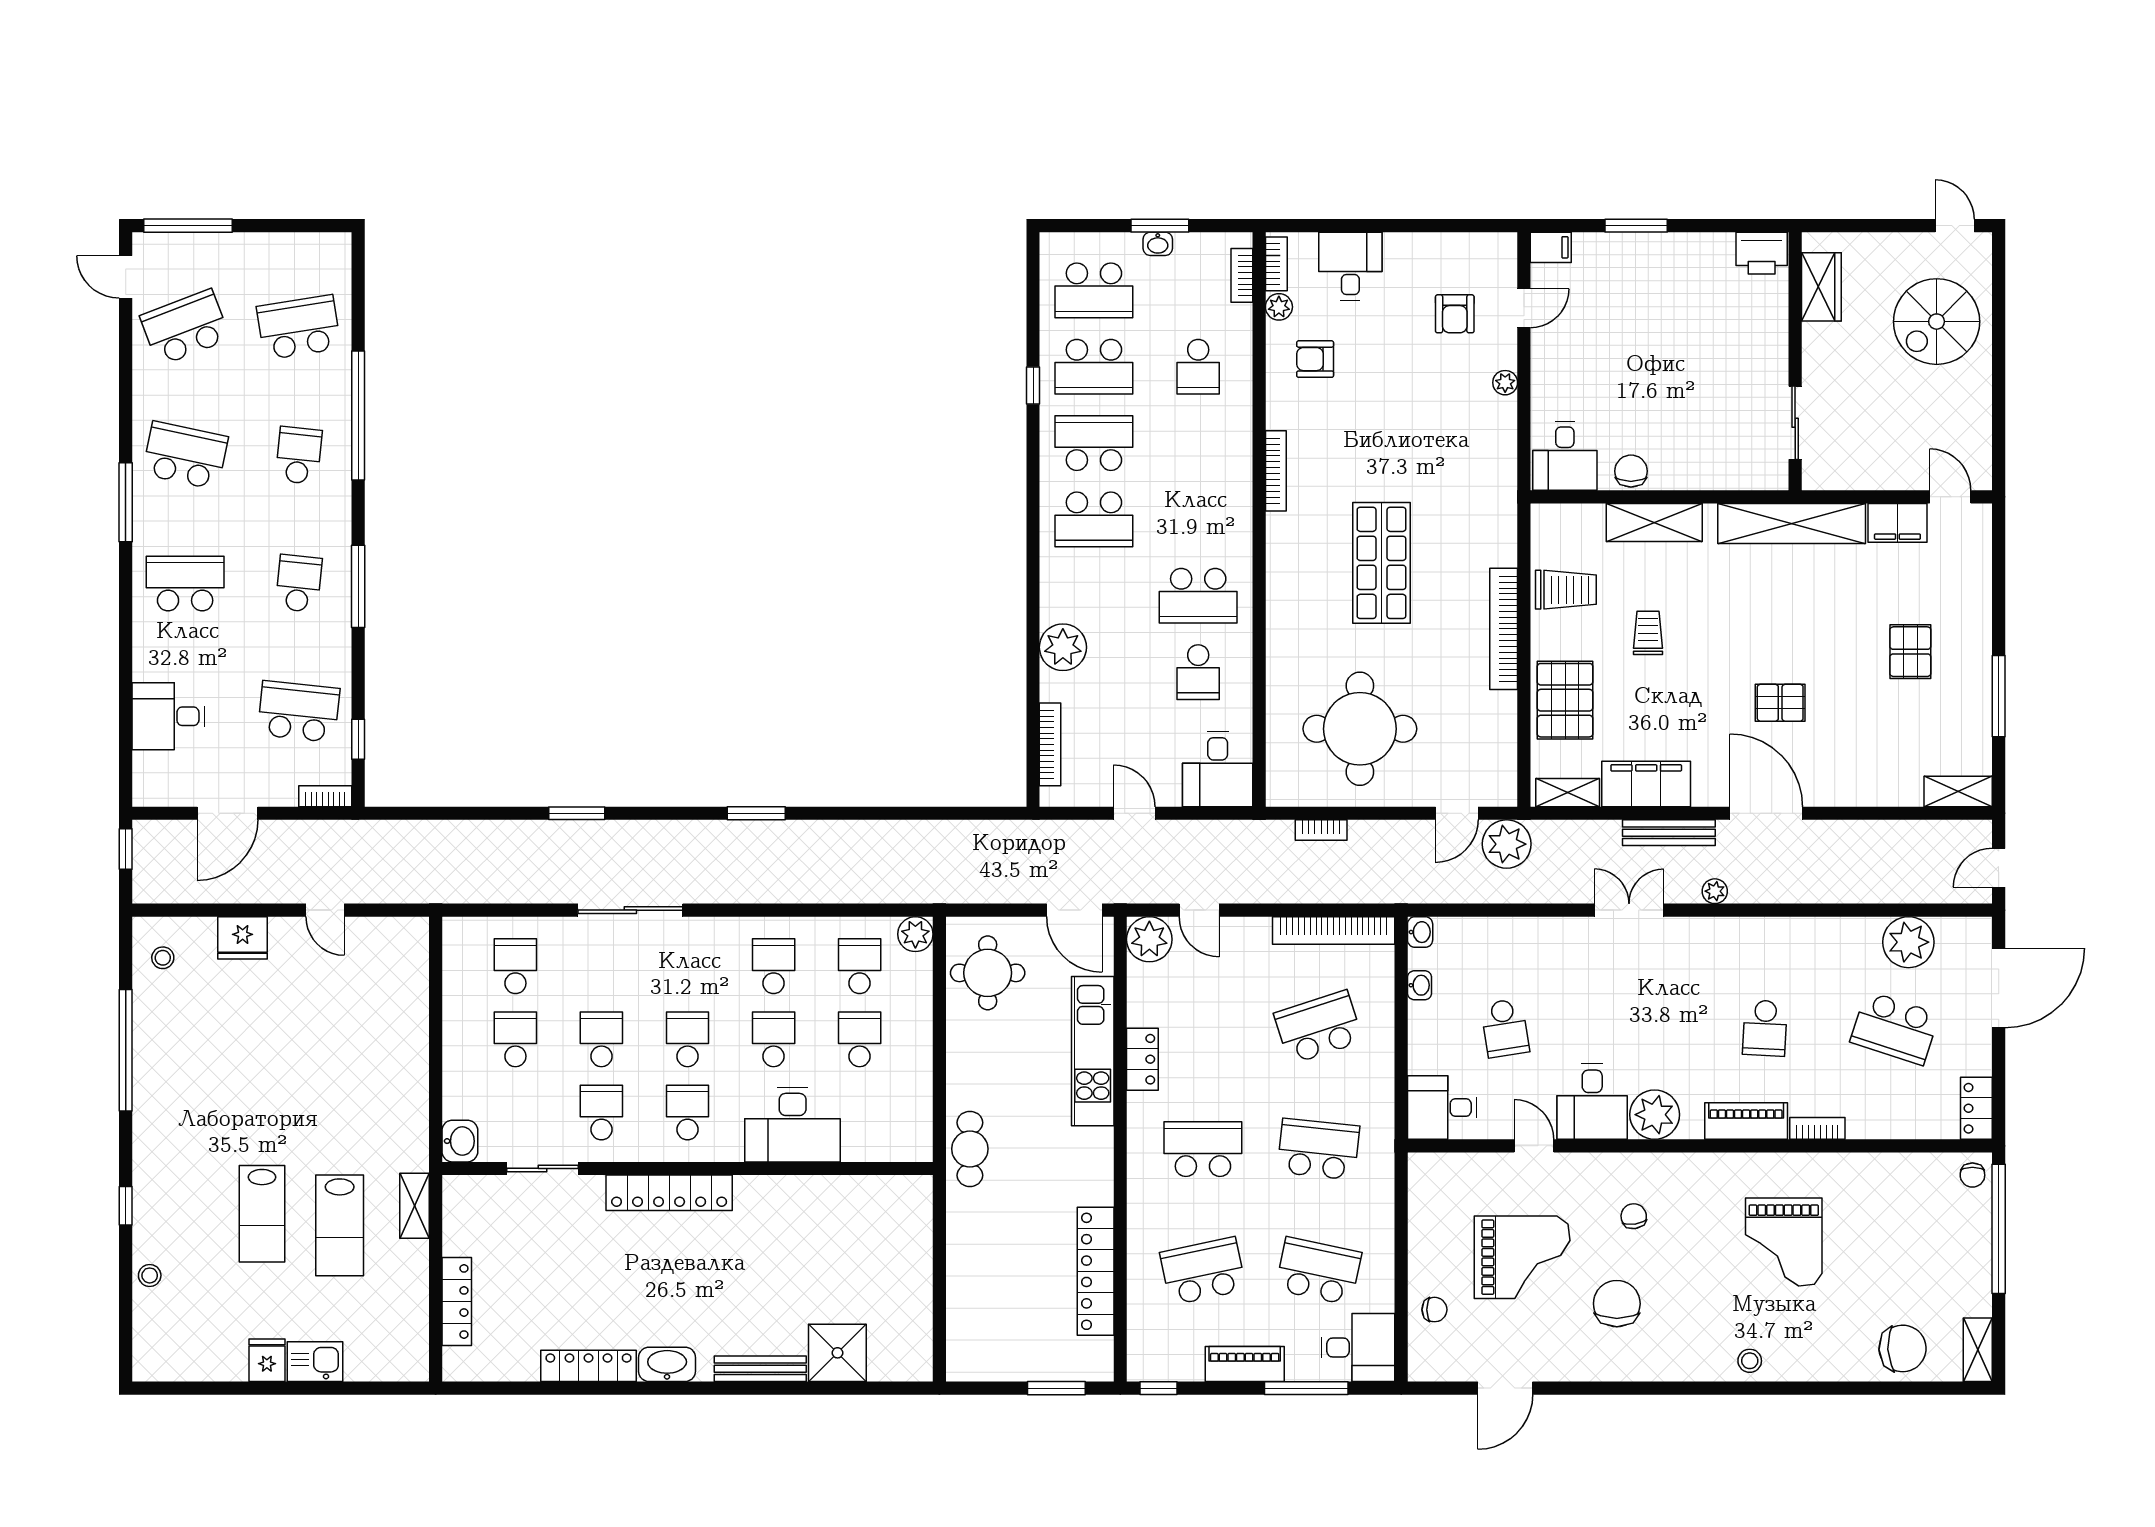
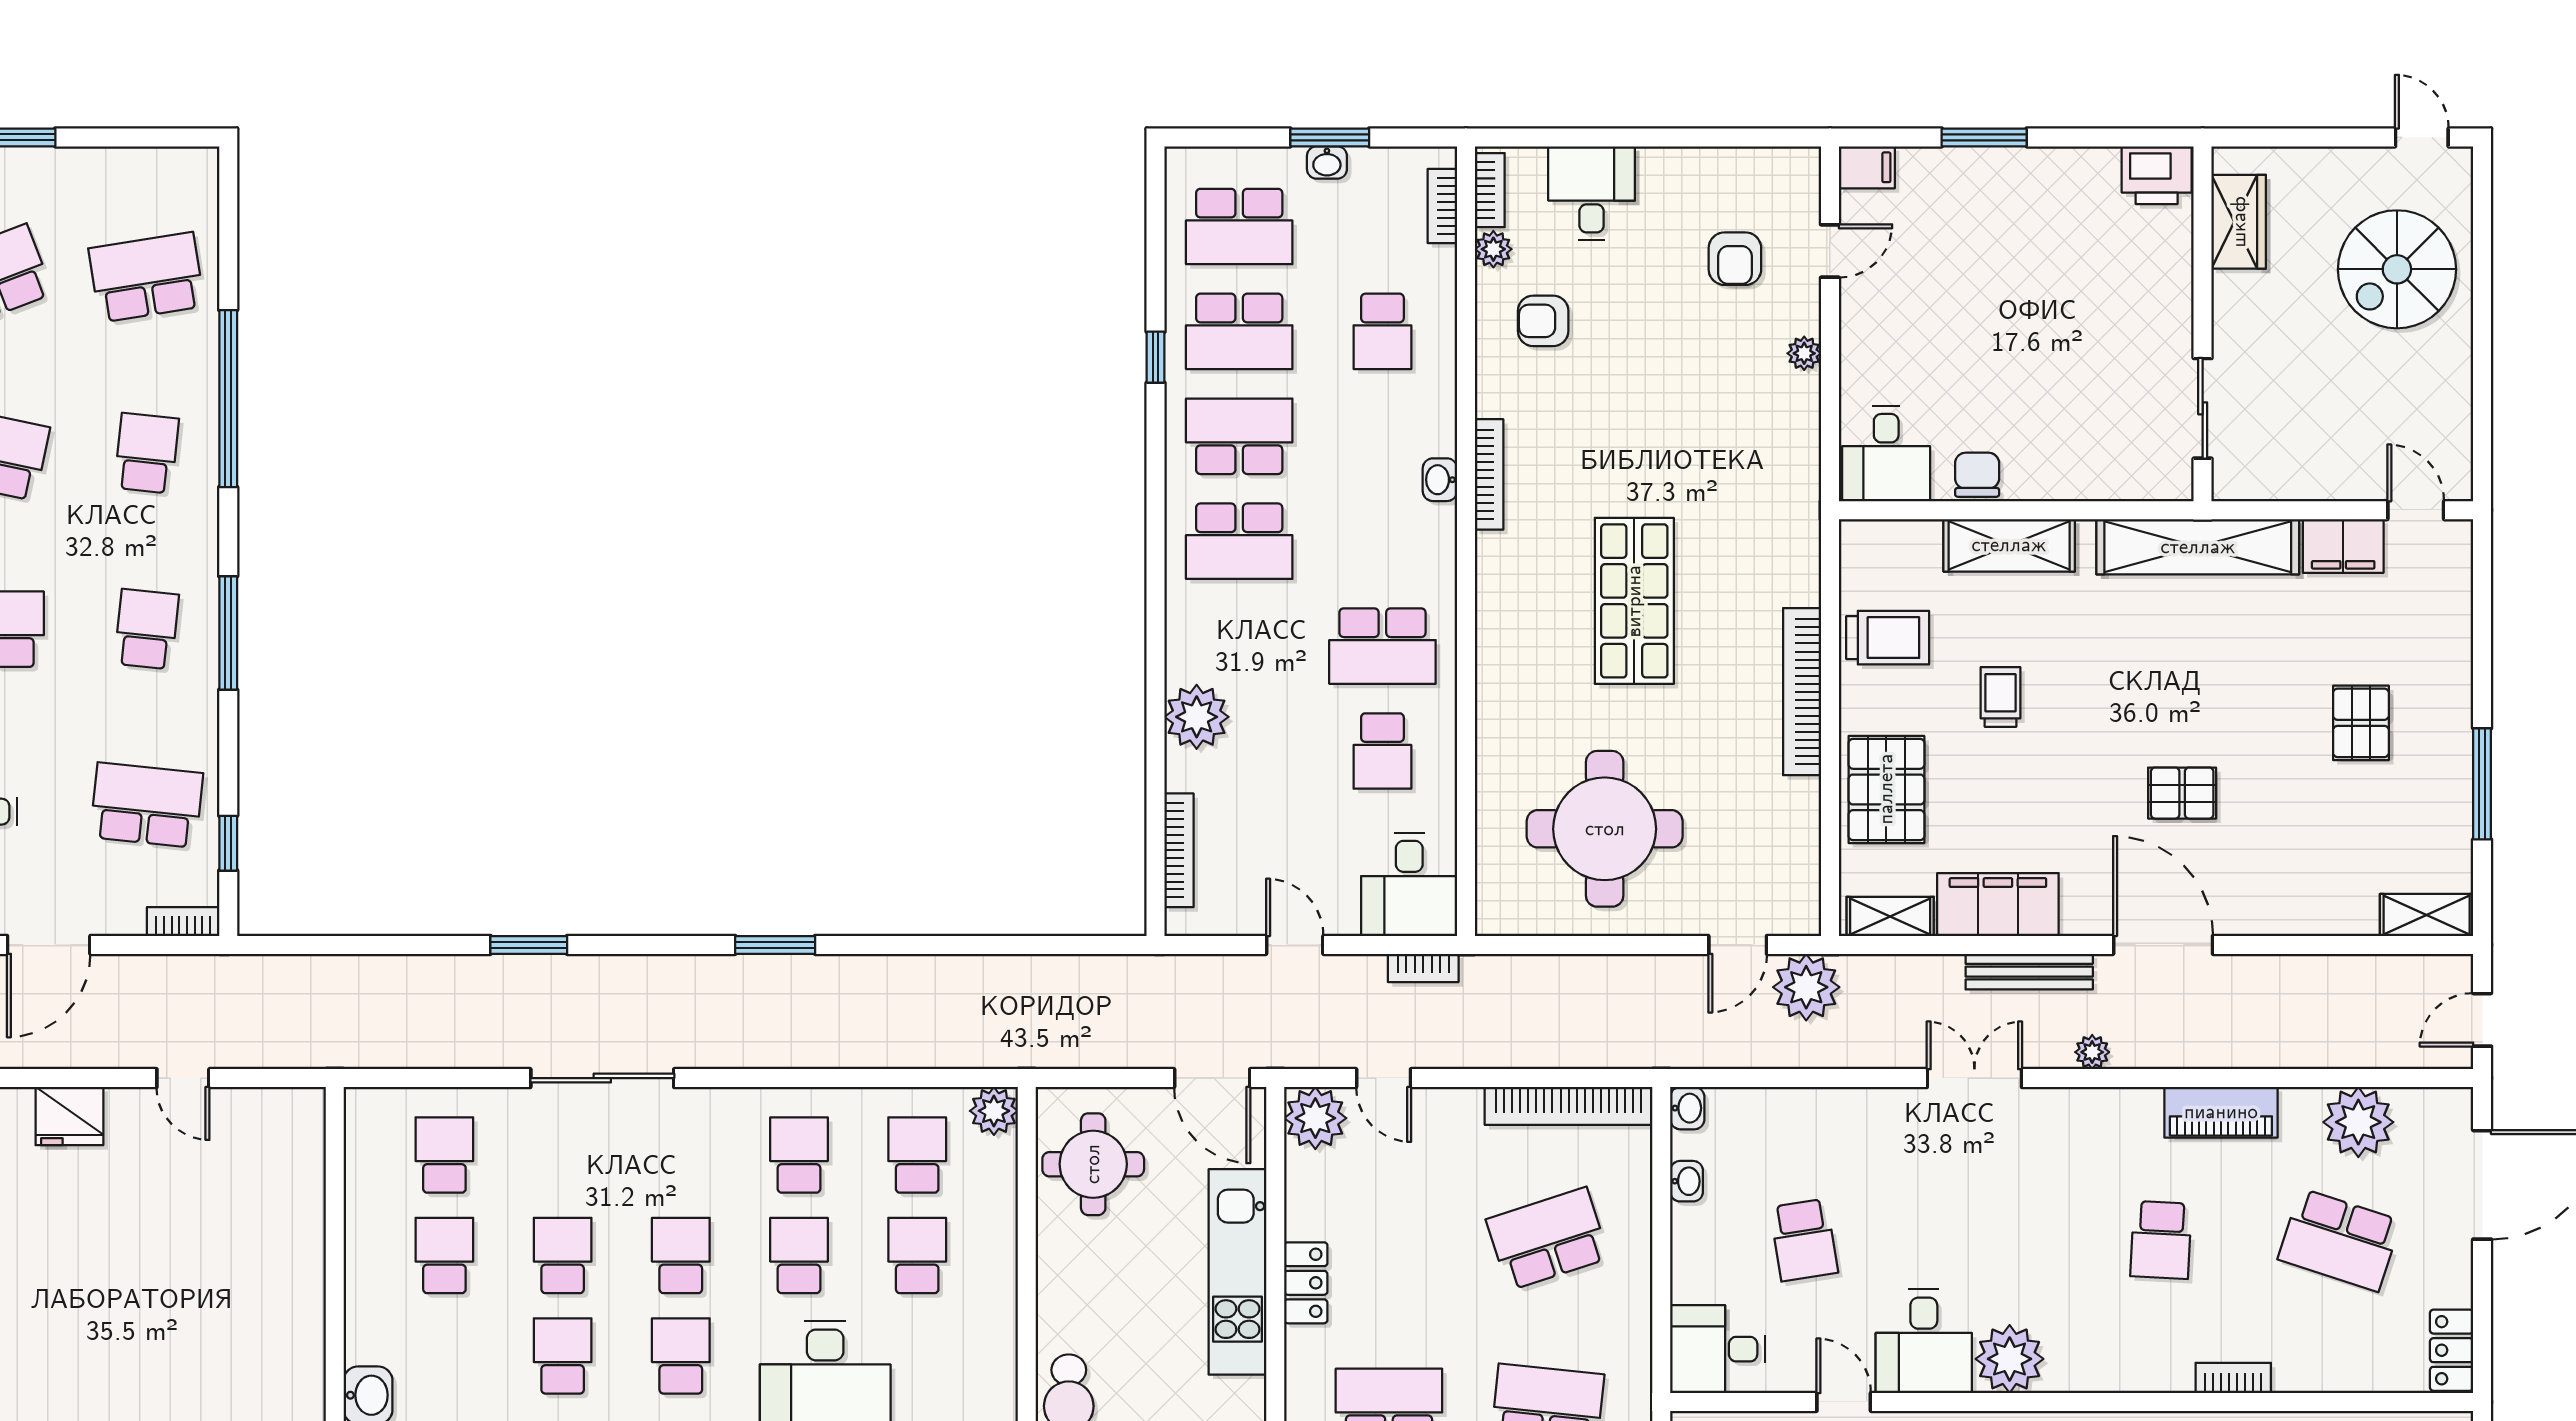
washbasin: (1240, 475) -> (1440, 480), added
bookcase: (1321, 830) -> (1423, 968), moved
piano: (1746, 1121) -> (2221, 1112), moved, turned 180

